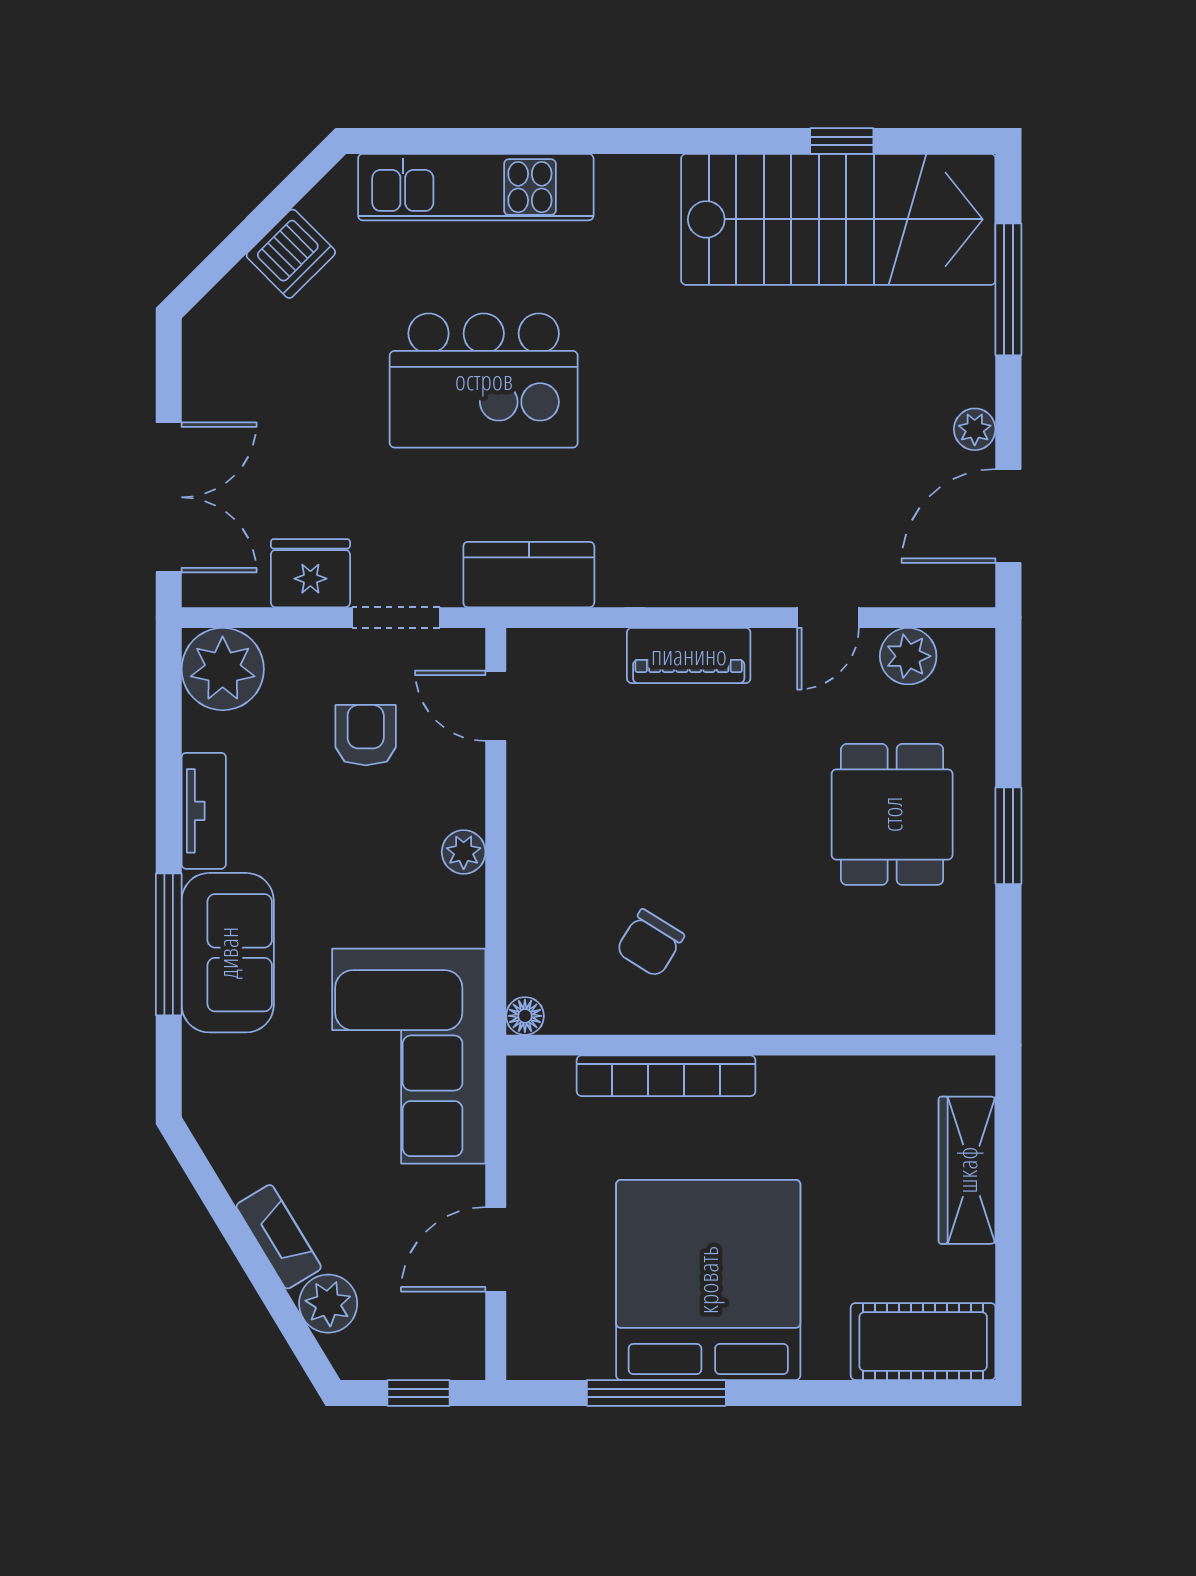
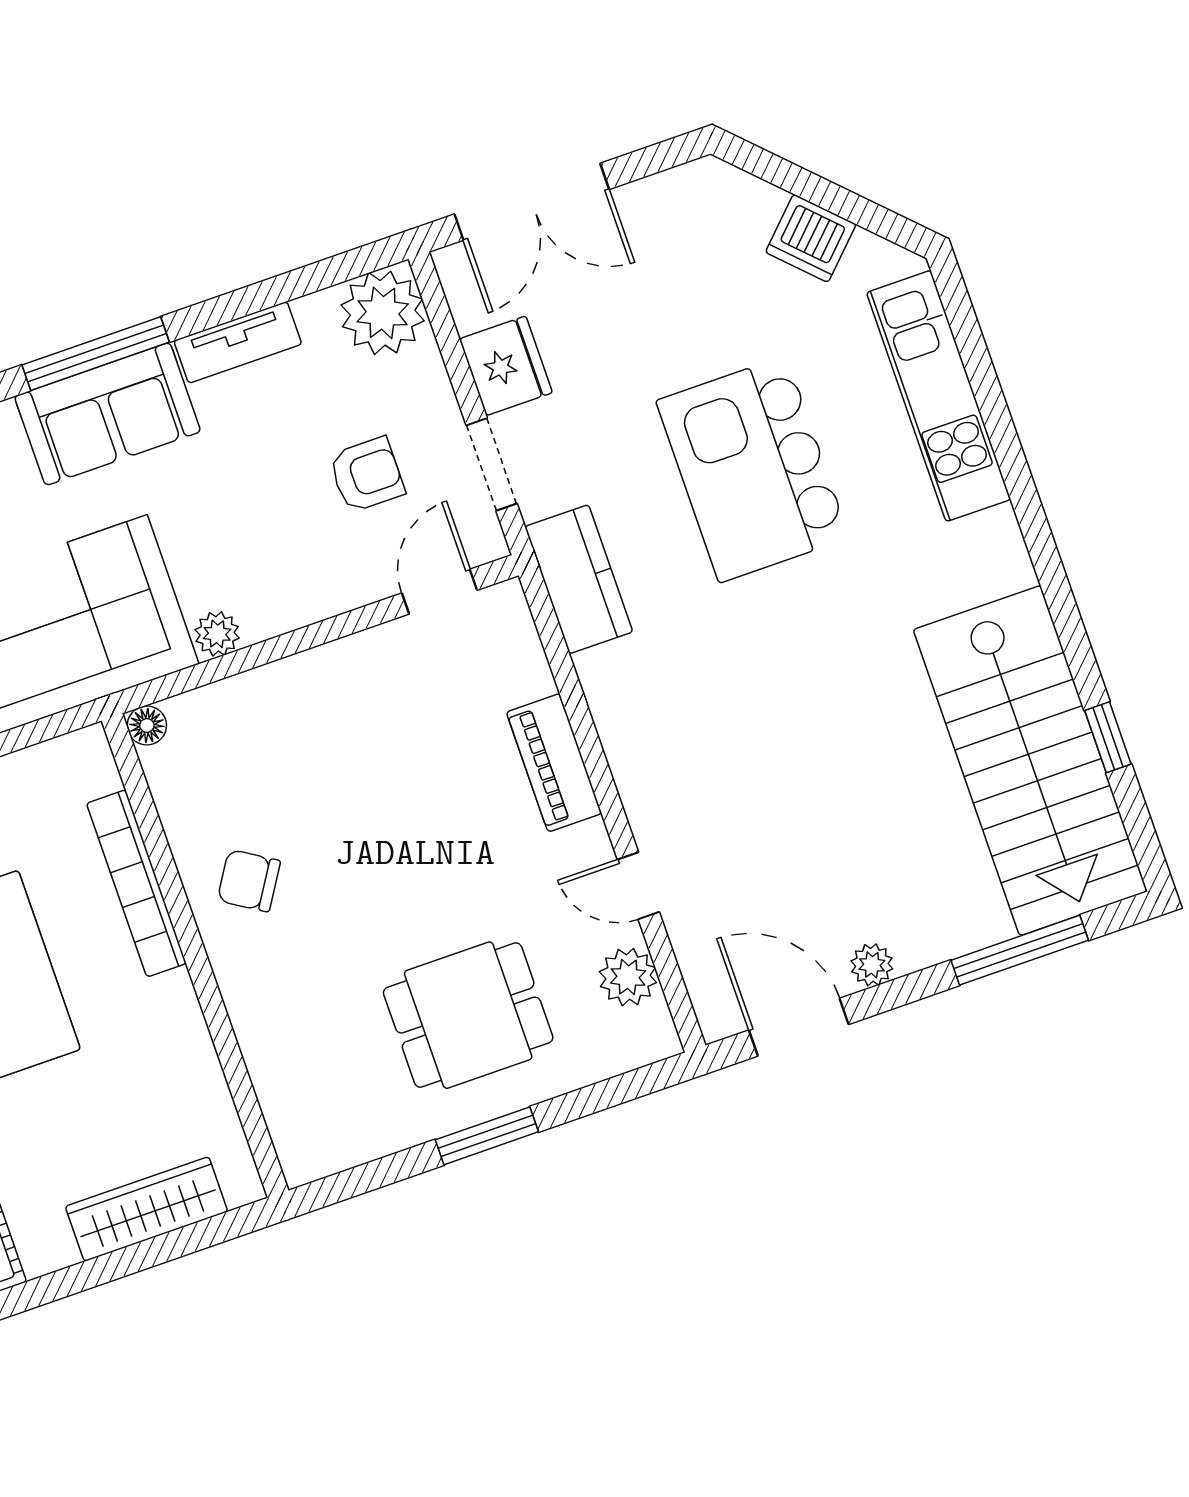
plant: (464, 852) -> (217, 634), moved
chair: (650, 943) -> (249, 881), moved

